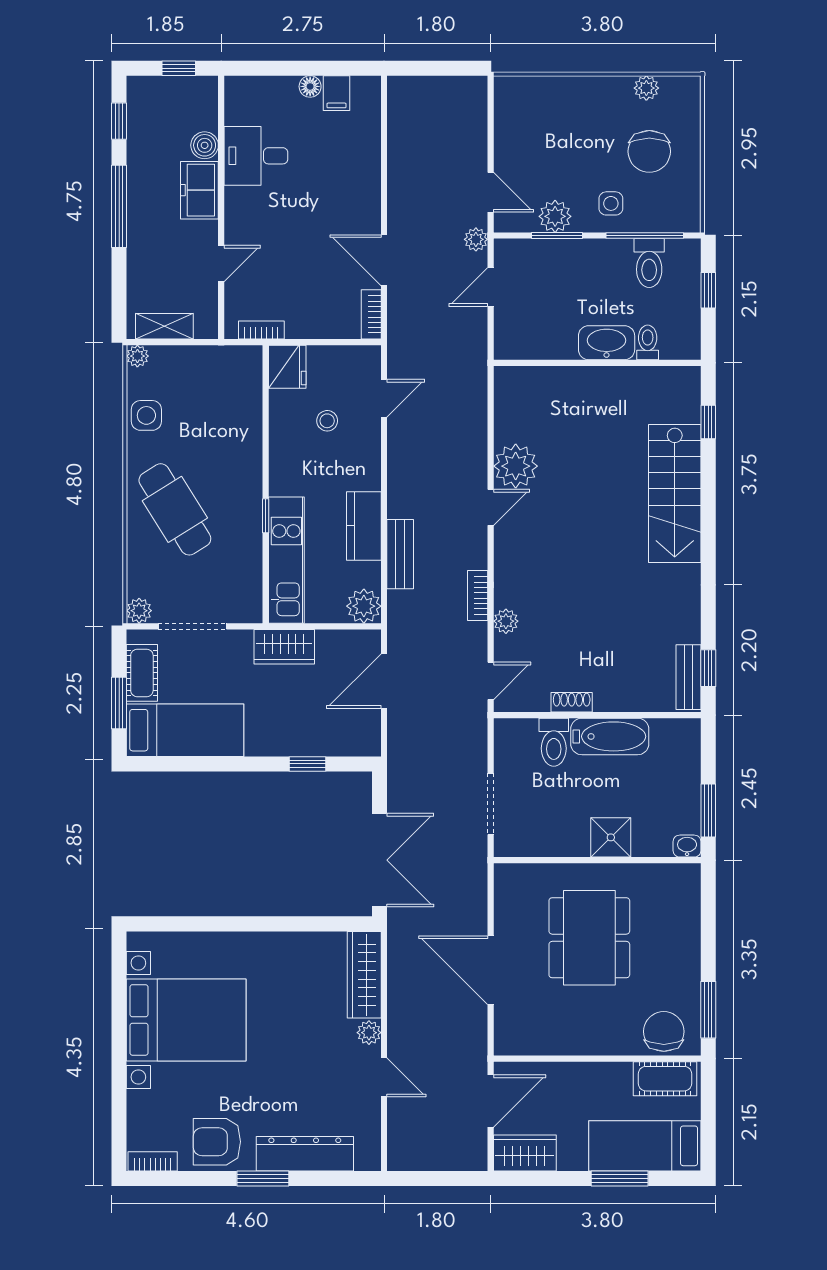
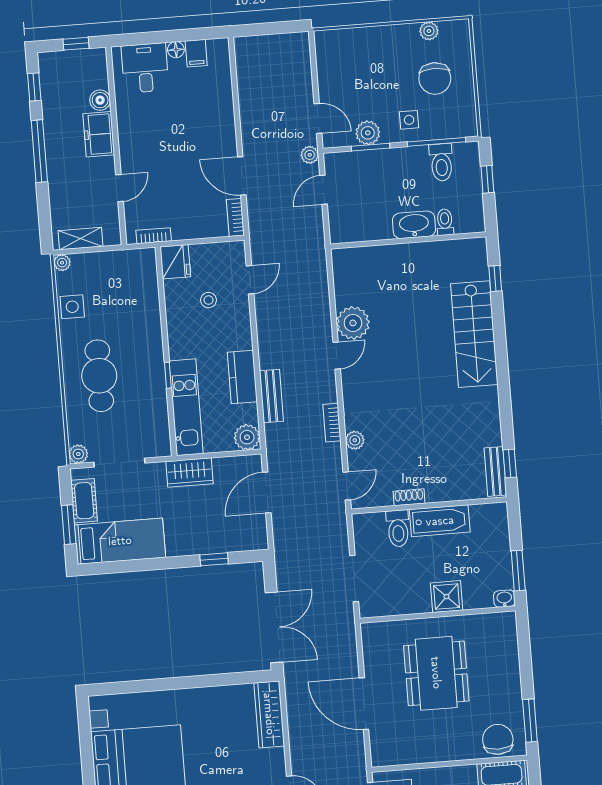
desk: (256, 156) -> (145, 68), moved, turned 90
cafe table: (175, 509) -> (99, 376), turned 32
plant: (369, 1033) -> (276, 758), removed

